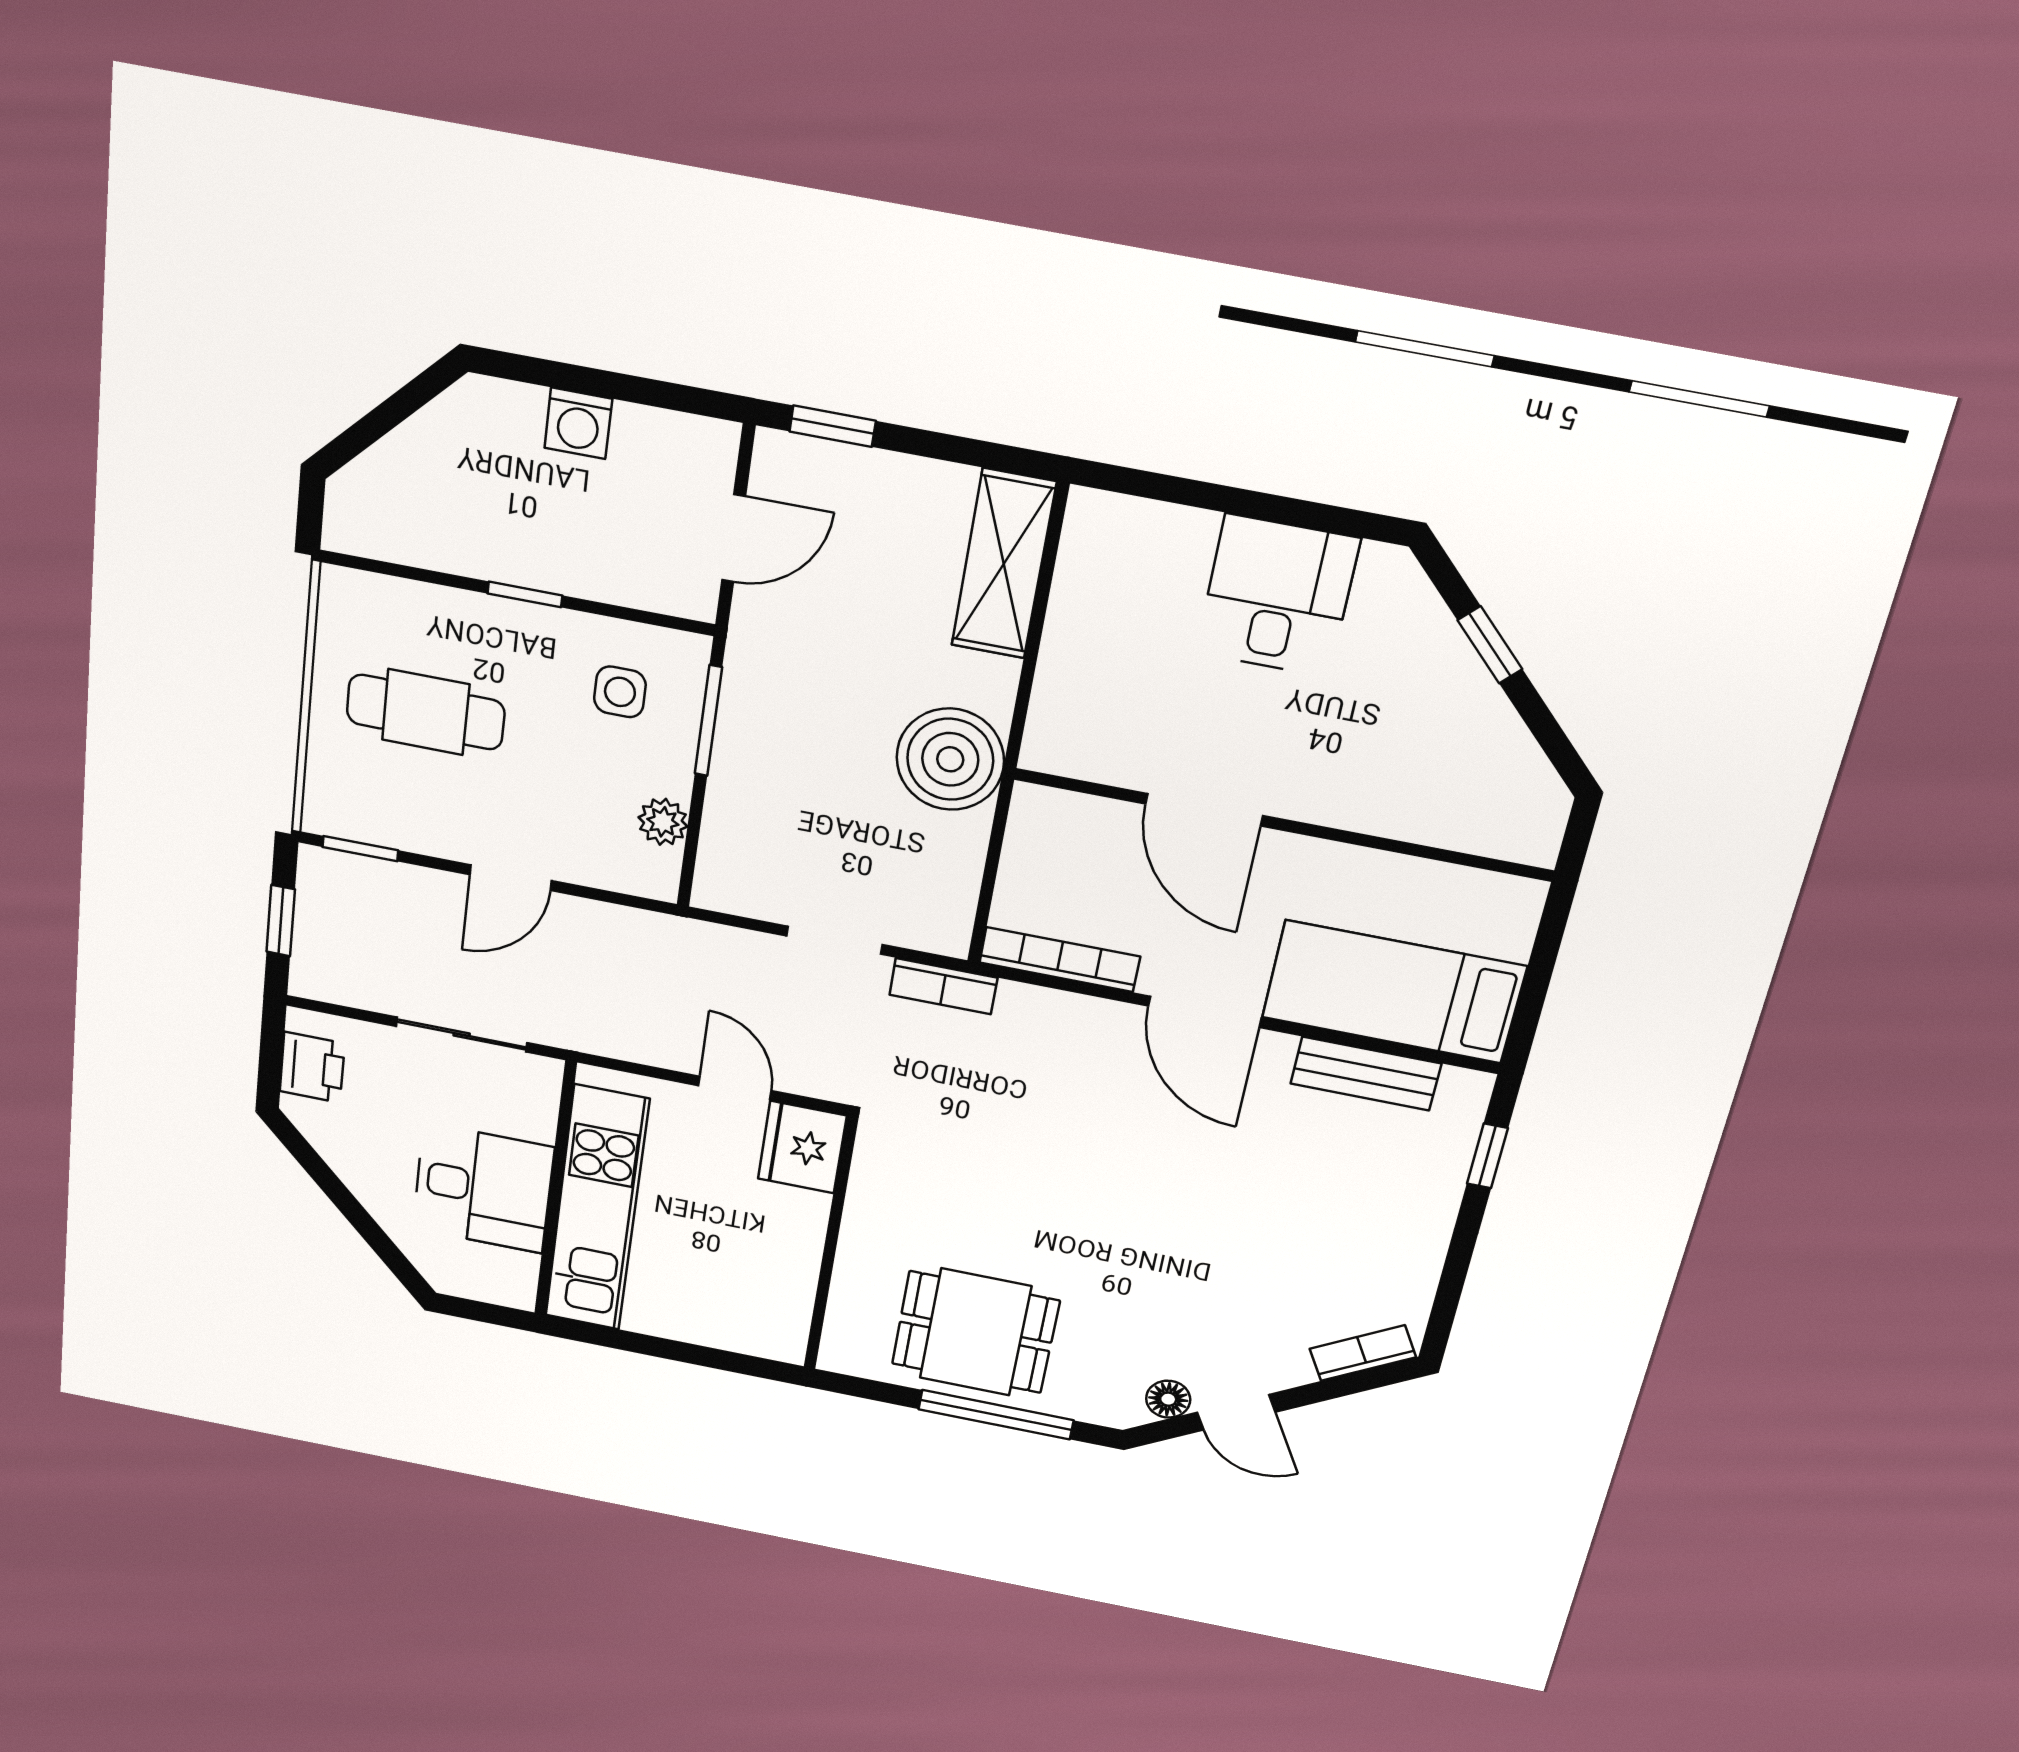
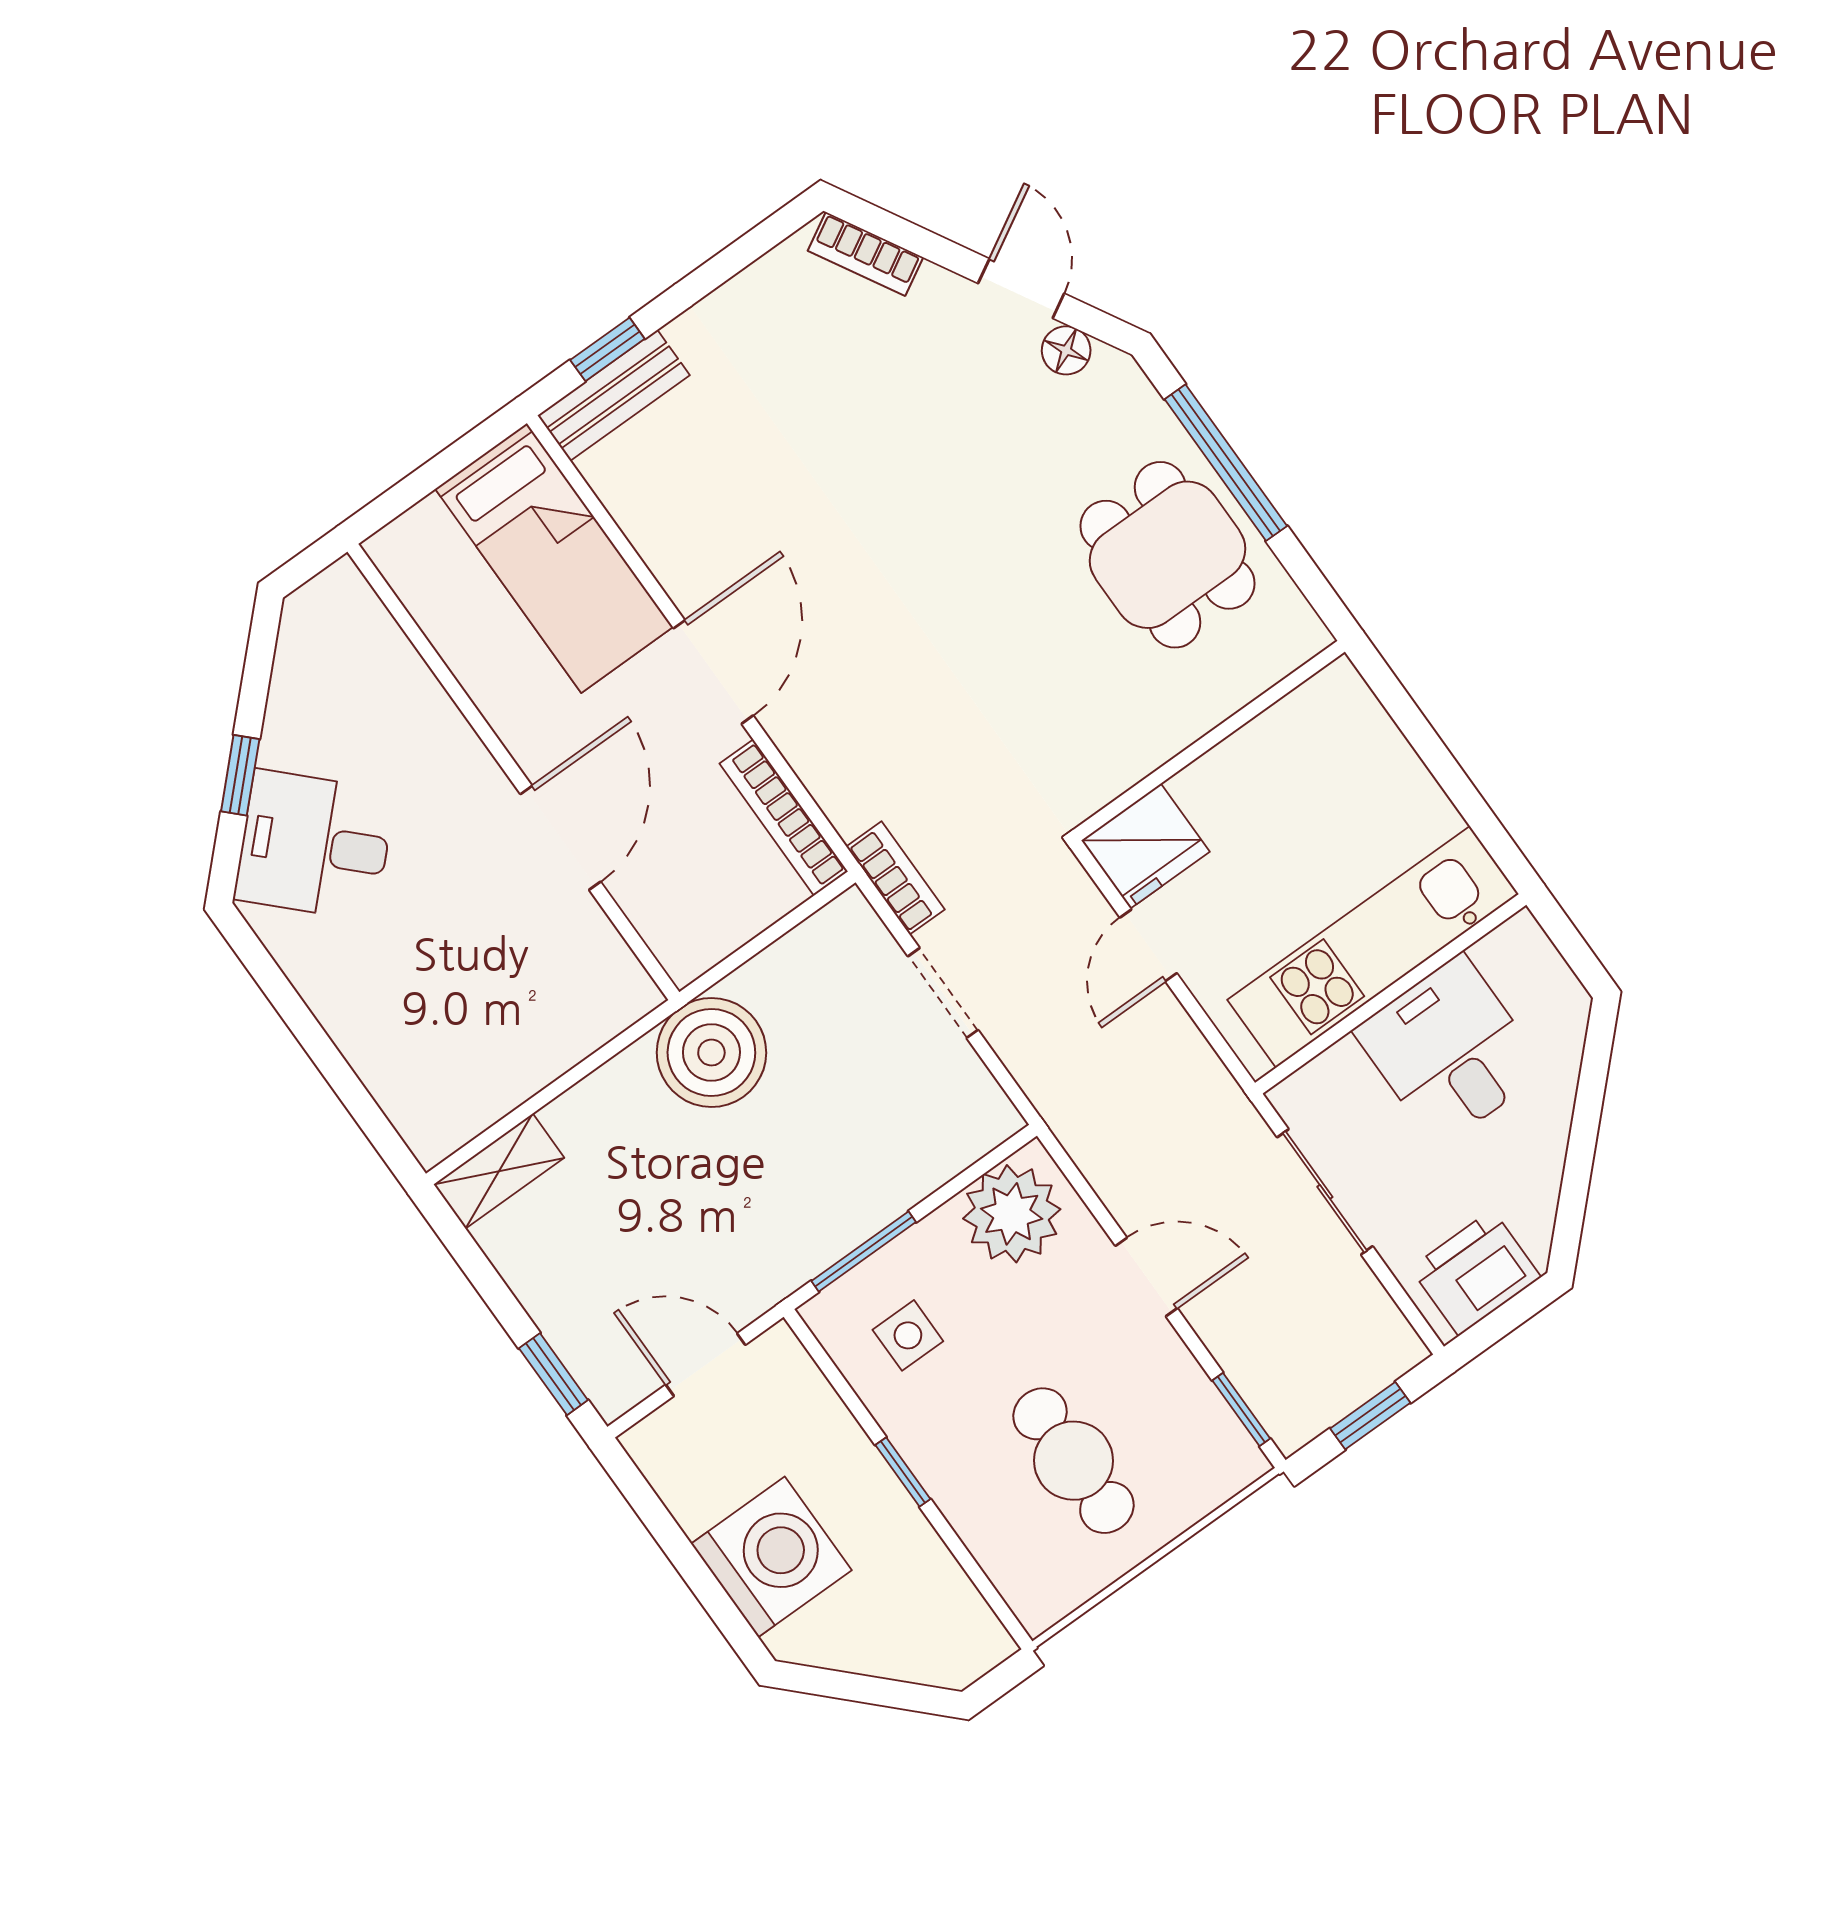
washing machine: (578, 423) -> (771, 1557), width x1.89, depth x1.89
shelving: (1004, 564) -> (499, 1171), width x0.67, depth x0.75
desk: (1277, 596) -> (315, 845), moved, turned 45
plant: (663, 822) -> (1012, 1214), width x1.87, depth x1.87
printer: (312, 1067) -> (1476, 1272), width x1.36, depth x1.24
bench: (1366, 1074) -> (614, 395), moved, turned 90

